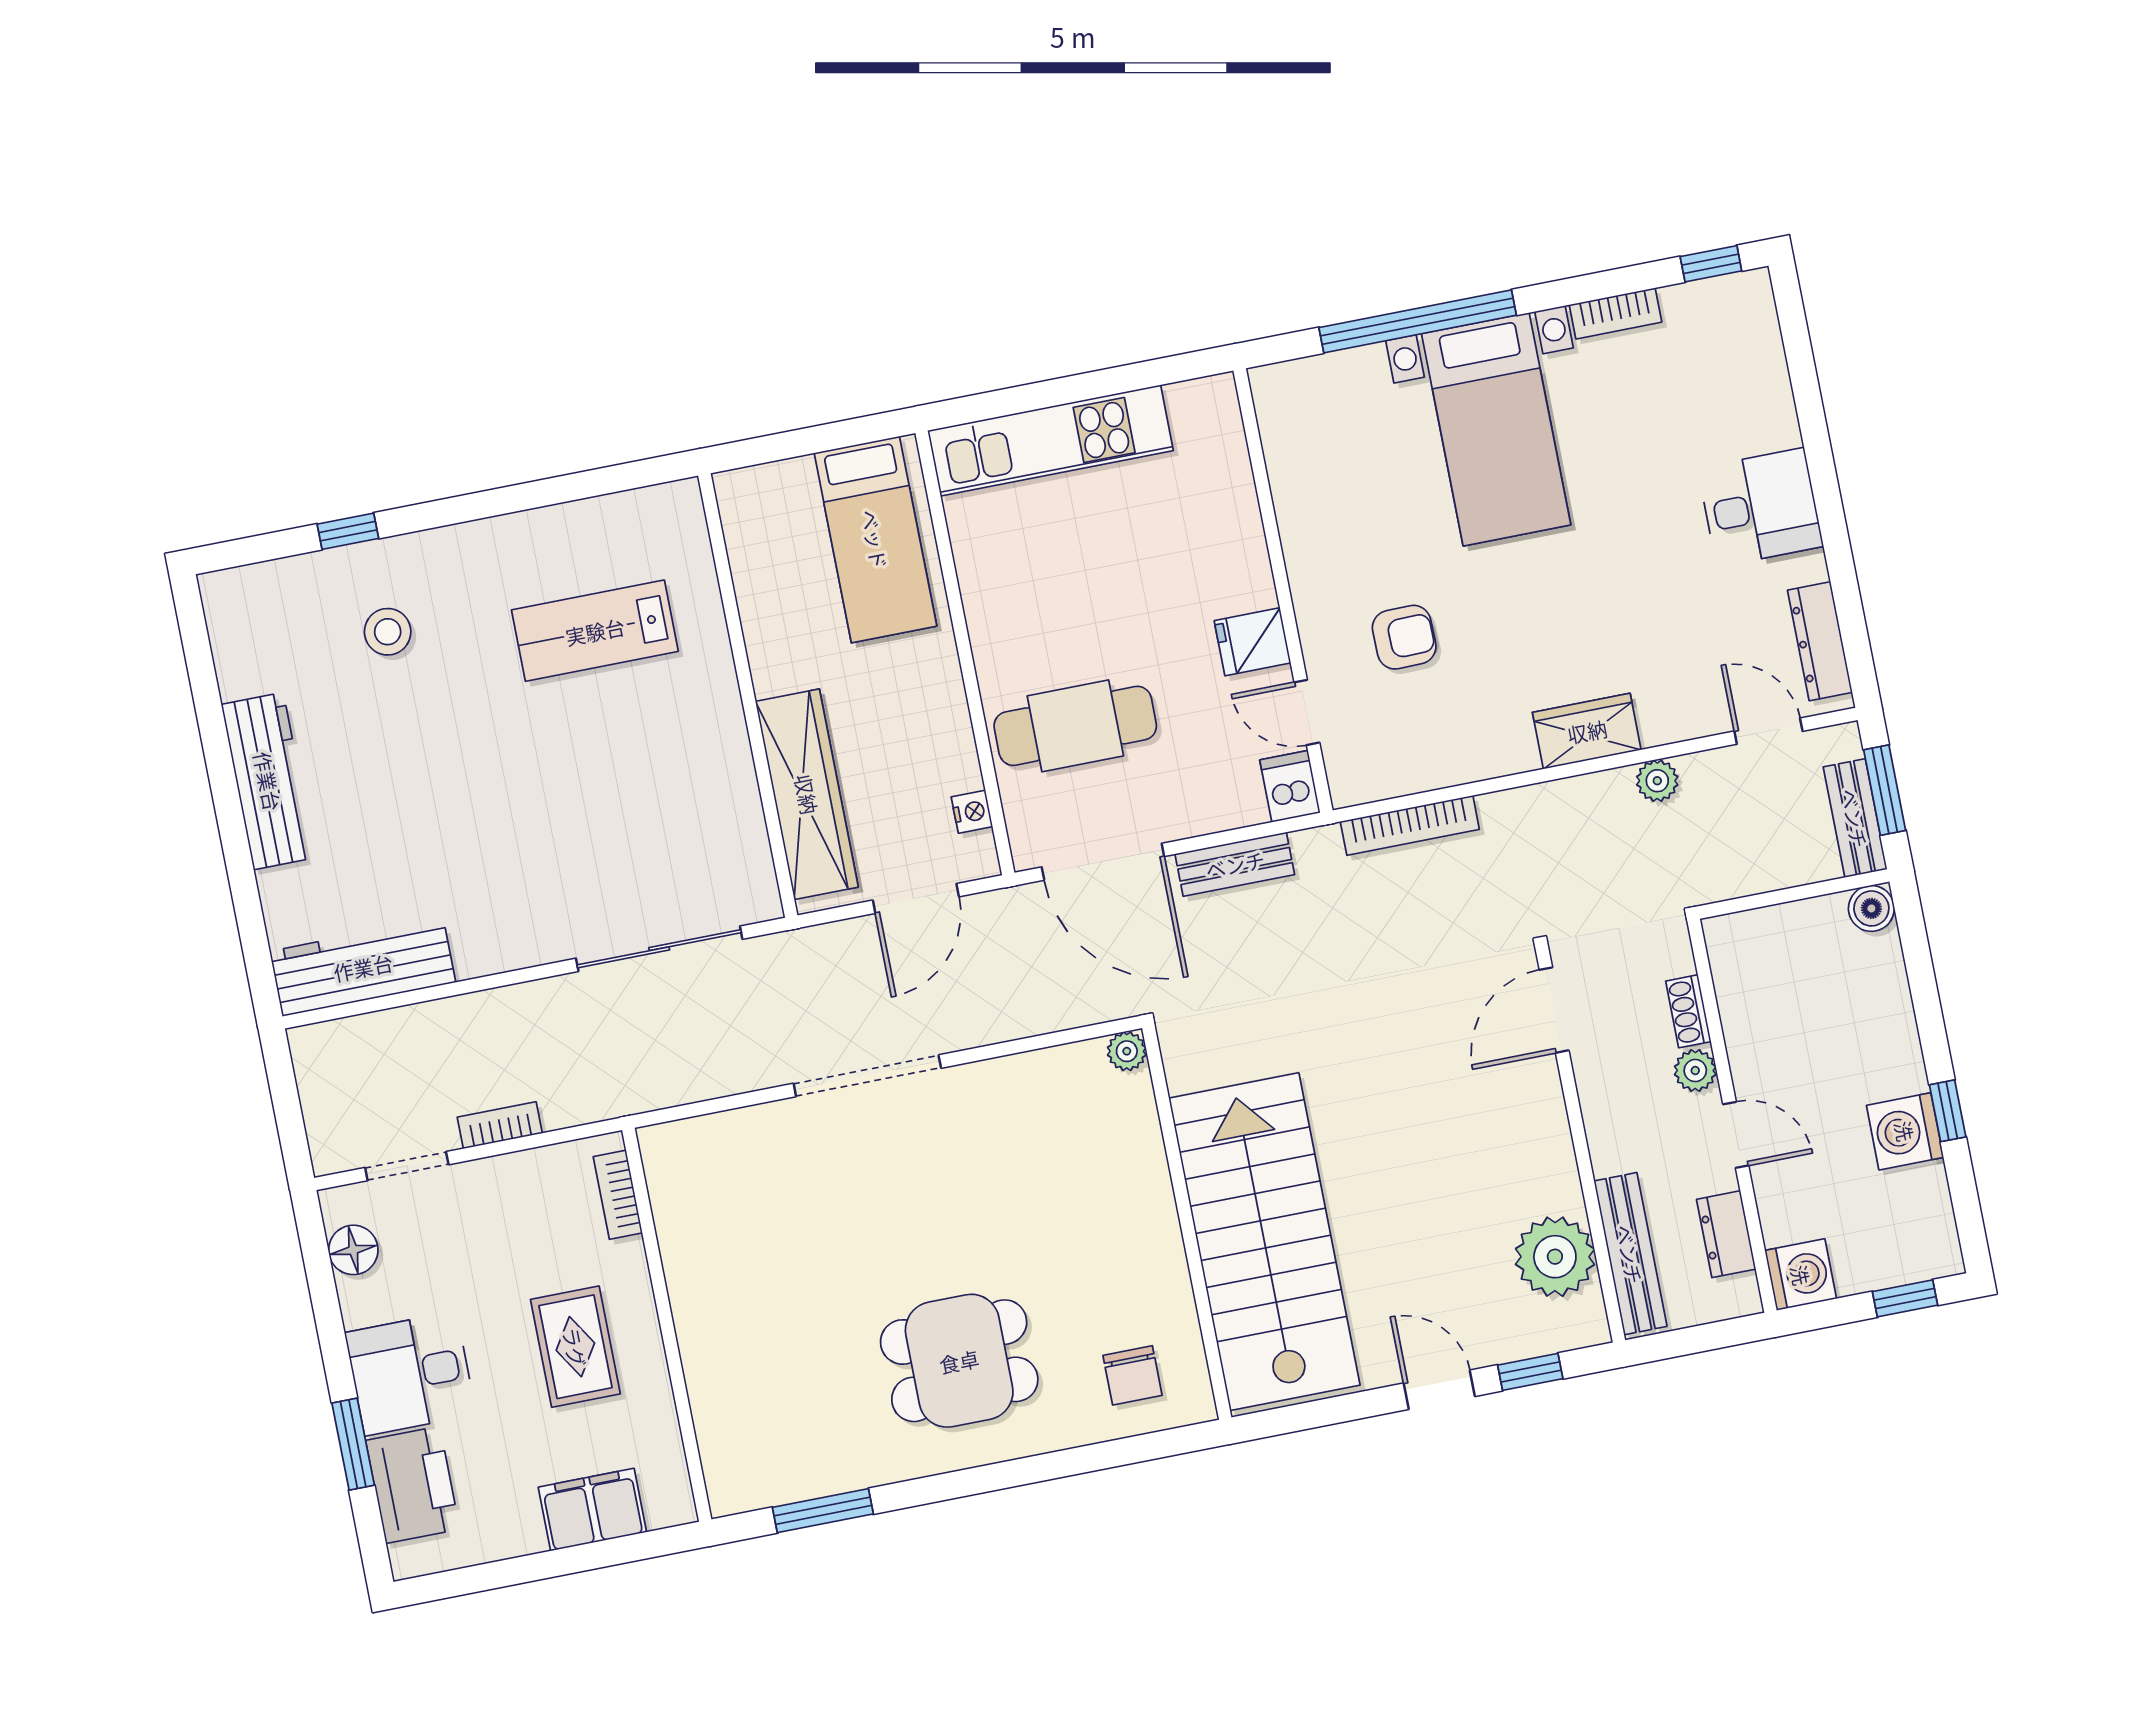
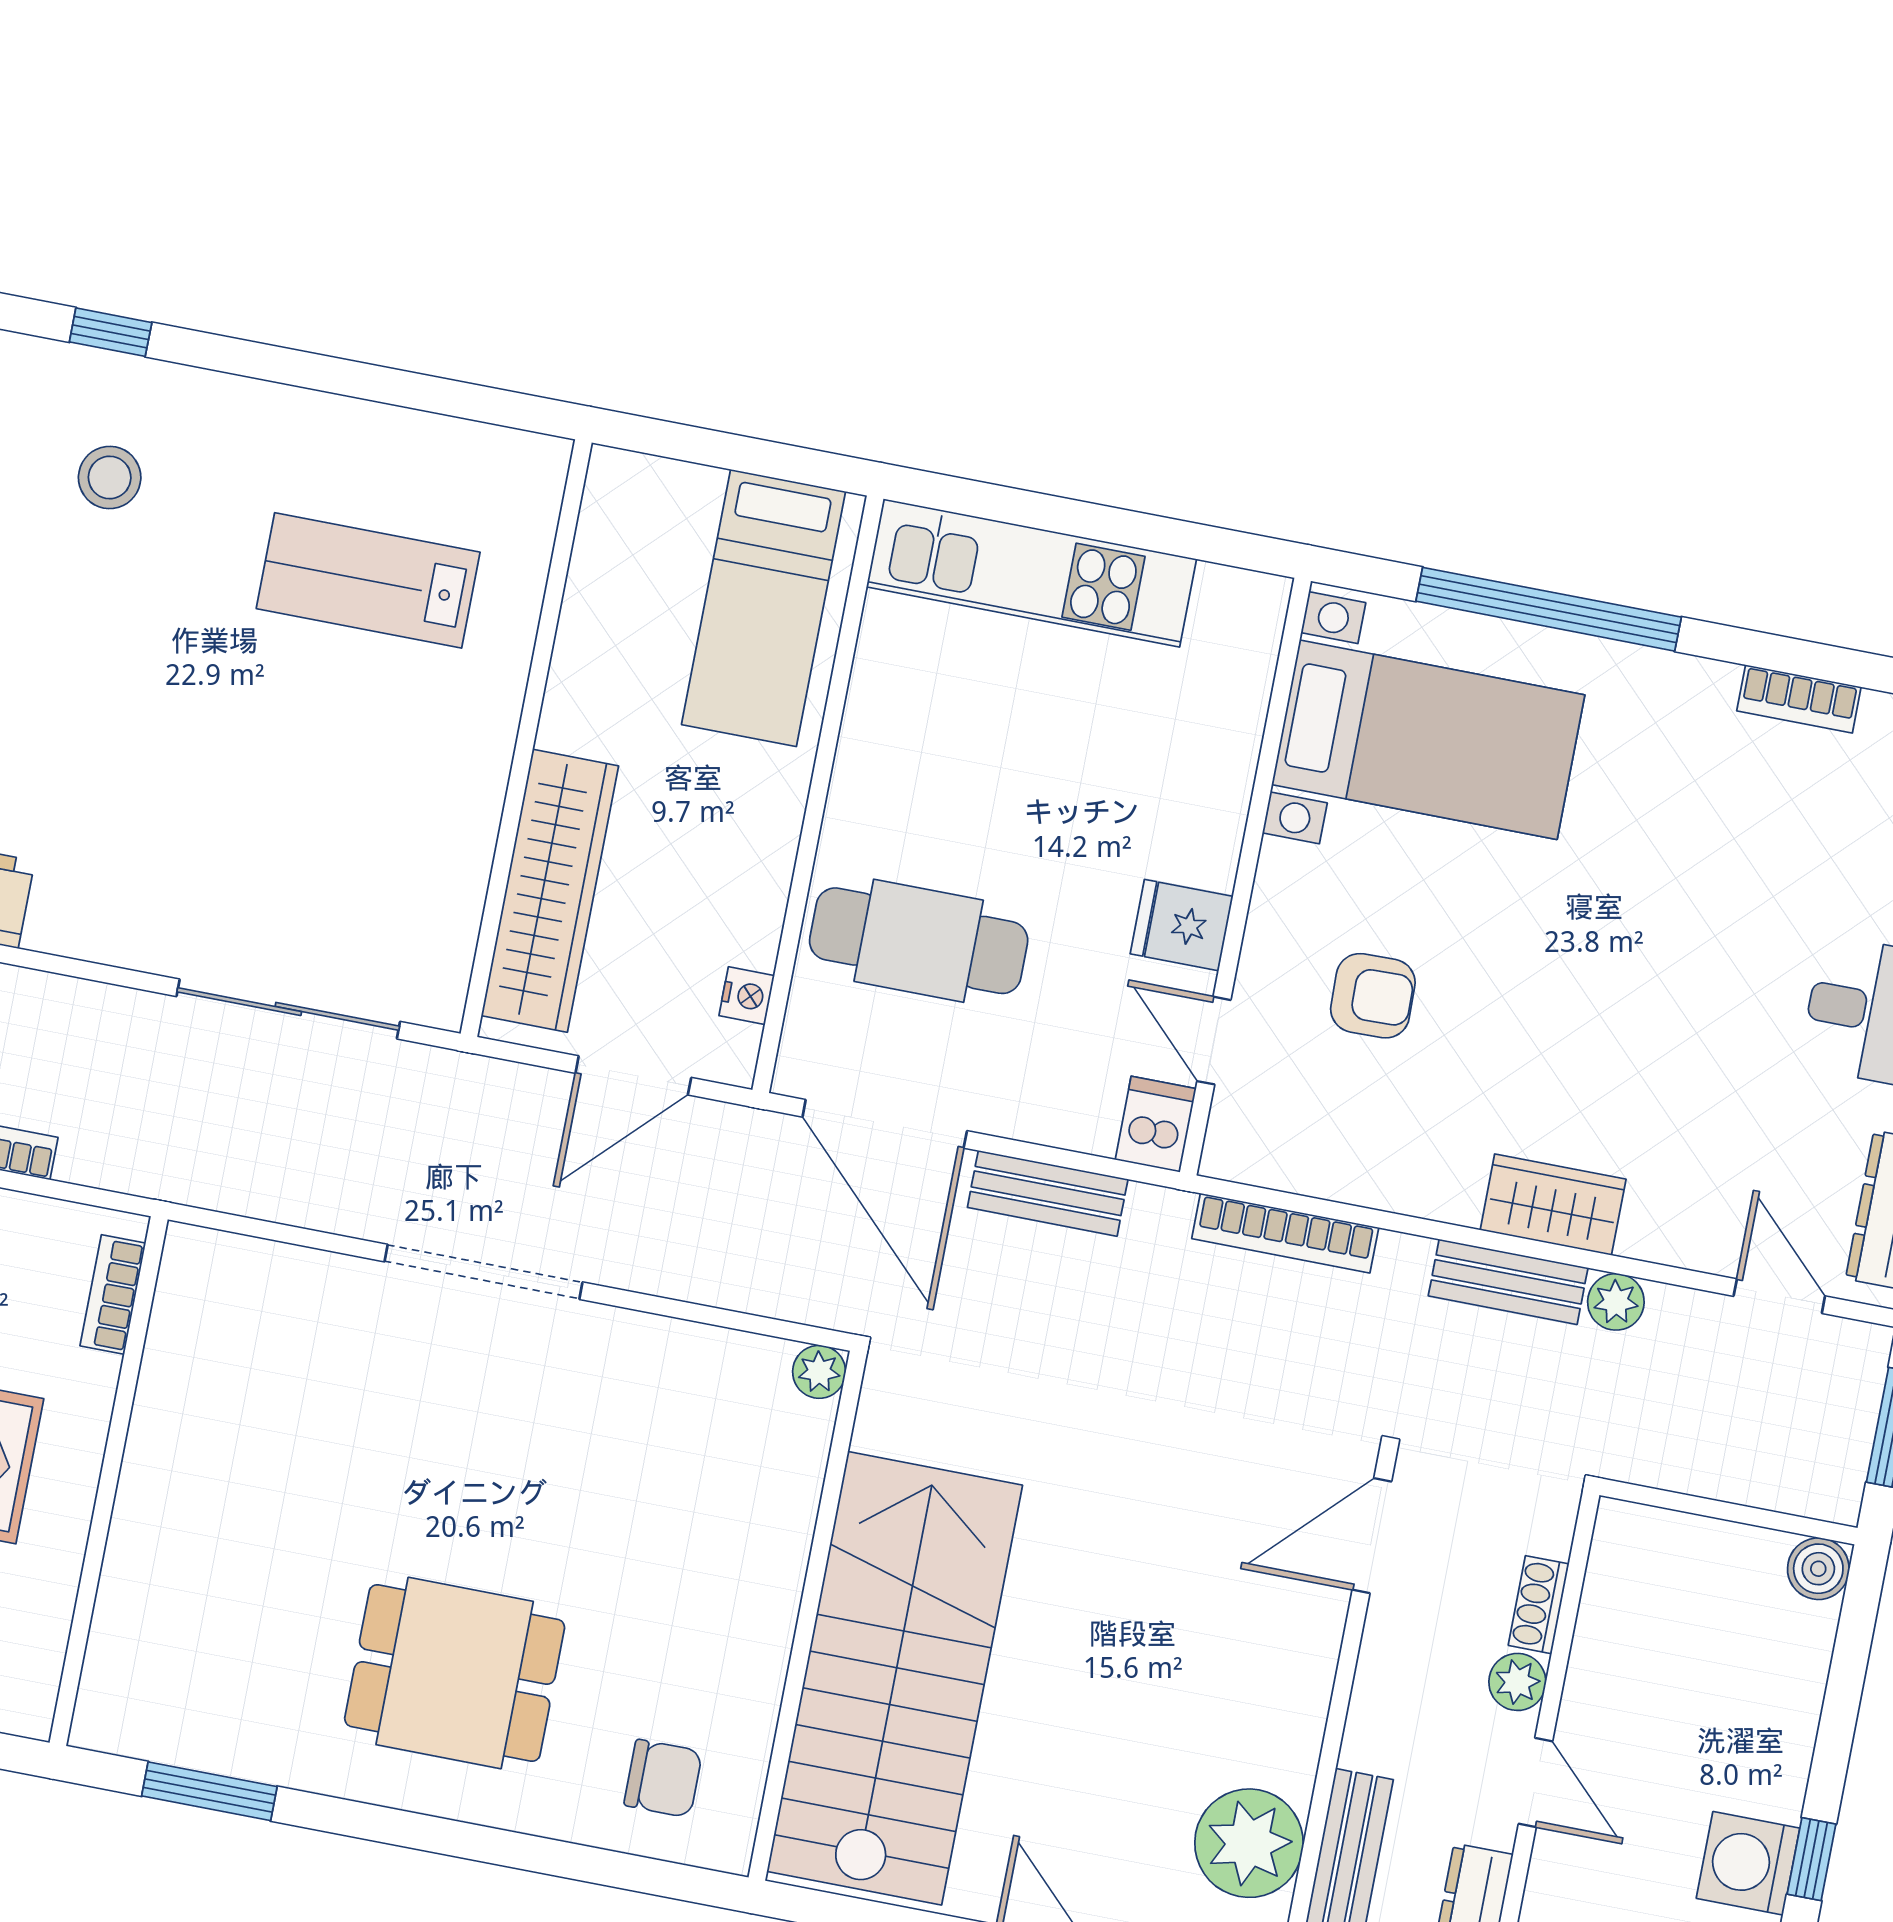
bed with nightstands: (1496, 429) -> (1428, 740), moved, turned -90
bench: (1855, 818) -> (1508, 1282), moved, turned 90
chair: (1132, 1375) -> (663, 1778), turned -90

